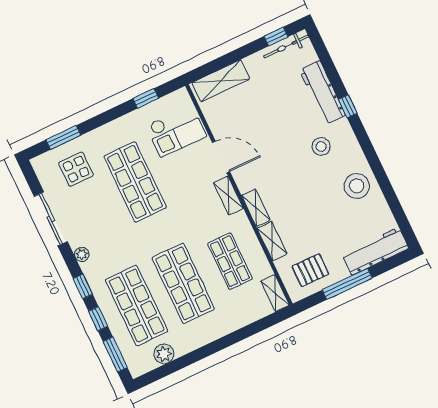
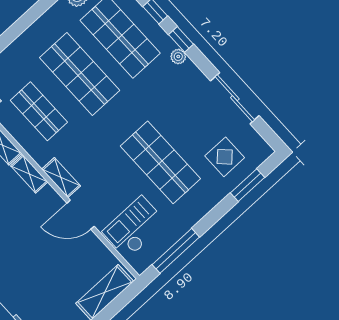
window: (146, 98) -> (176, 251), width x2.17
plant: (82, 254) -> (178, 57), moved

